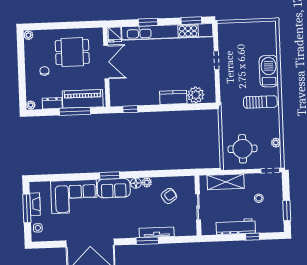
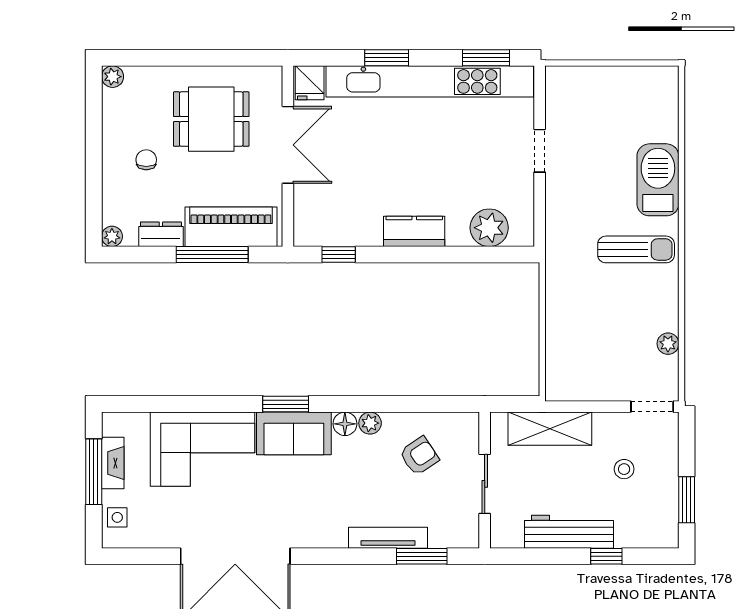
kitchen counter: (173, 97) -> (414, 231), moved
round table: (243, 149) -> (591, 355), removed
window: (147, 241) -> (422, 556), moved

